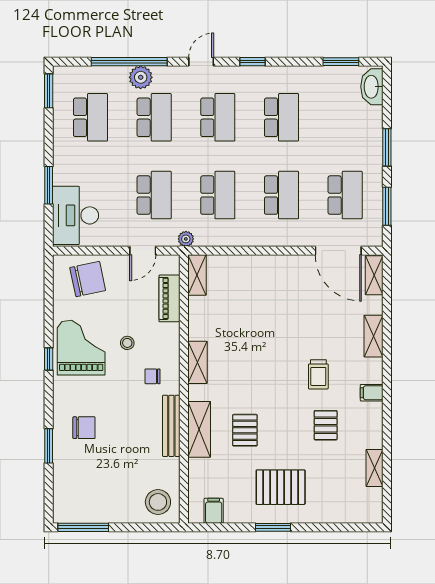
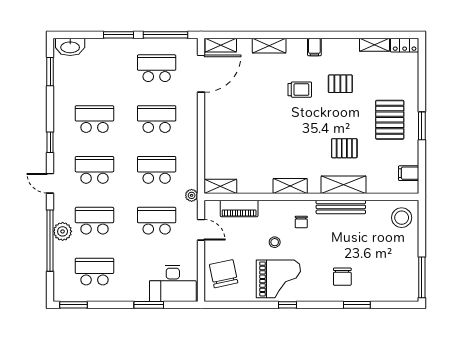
window: (387, 206) -> (166, 35), width x1.44
grand piano: (81, 348) -> (278, 279), turned 180
chair: (84, 428) -> (342, 277), turned 180
locker: (374, 506) -> (405, 45), added

